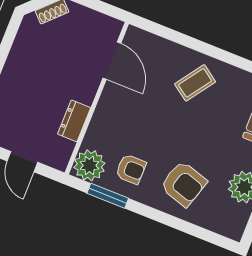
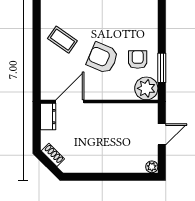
dresser: (74, 121) -> (48, 117), moved, turned -90
armchair: (184, 184) -> (102, 58), moved, turned -84

